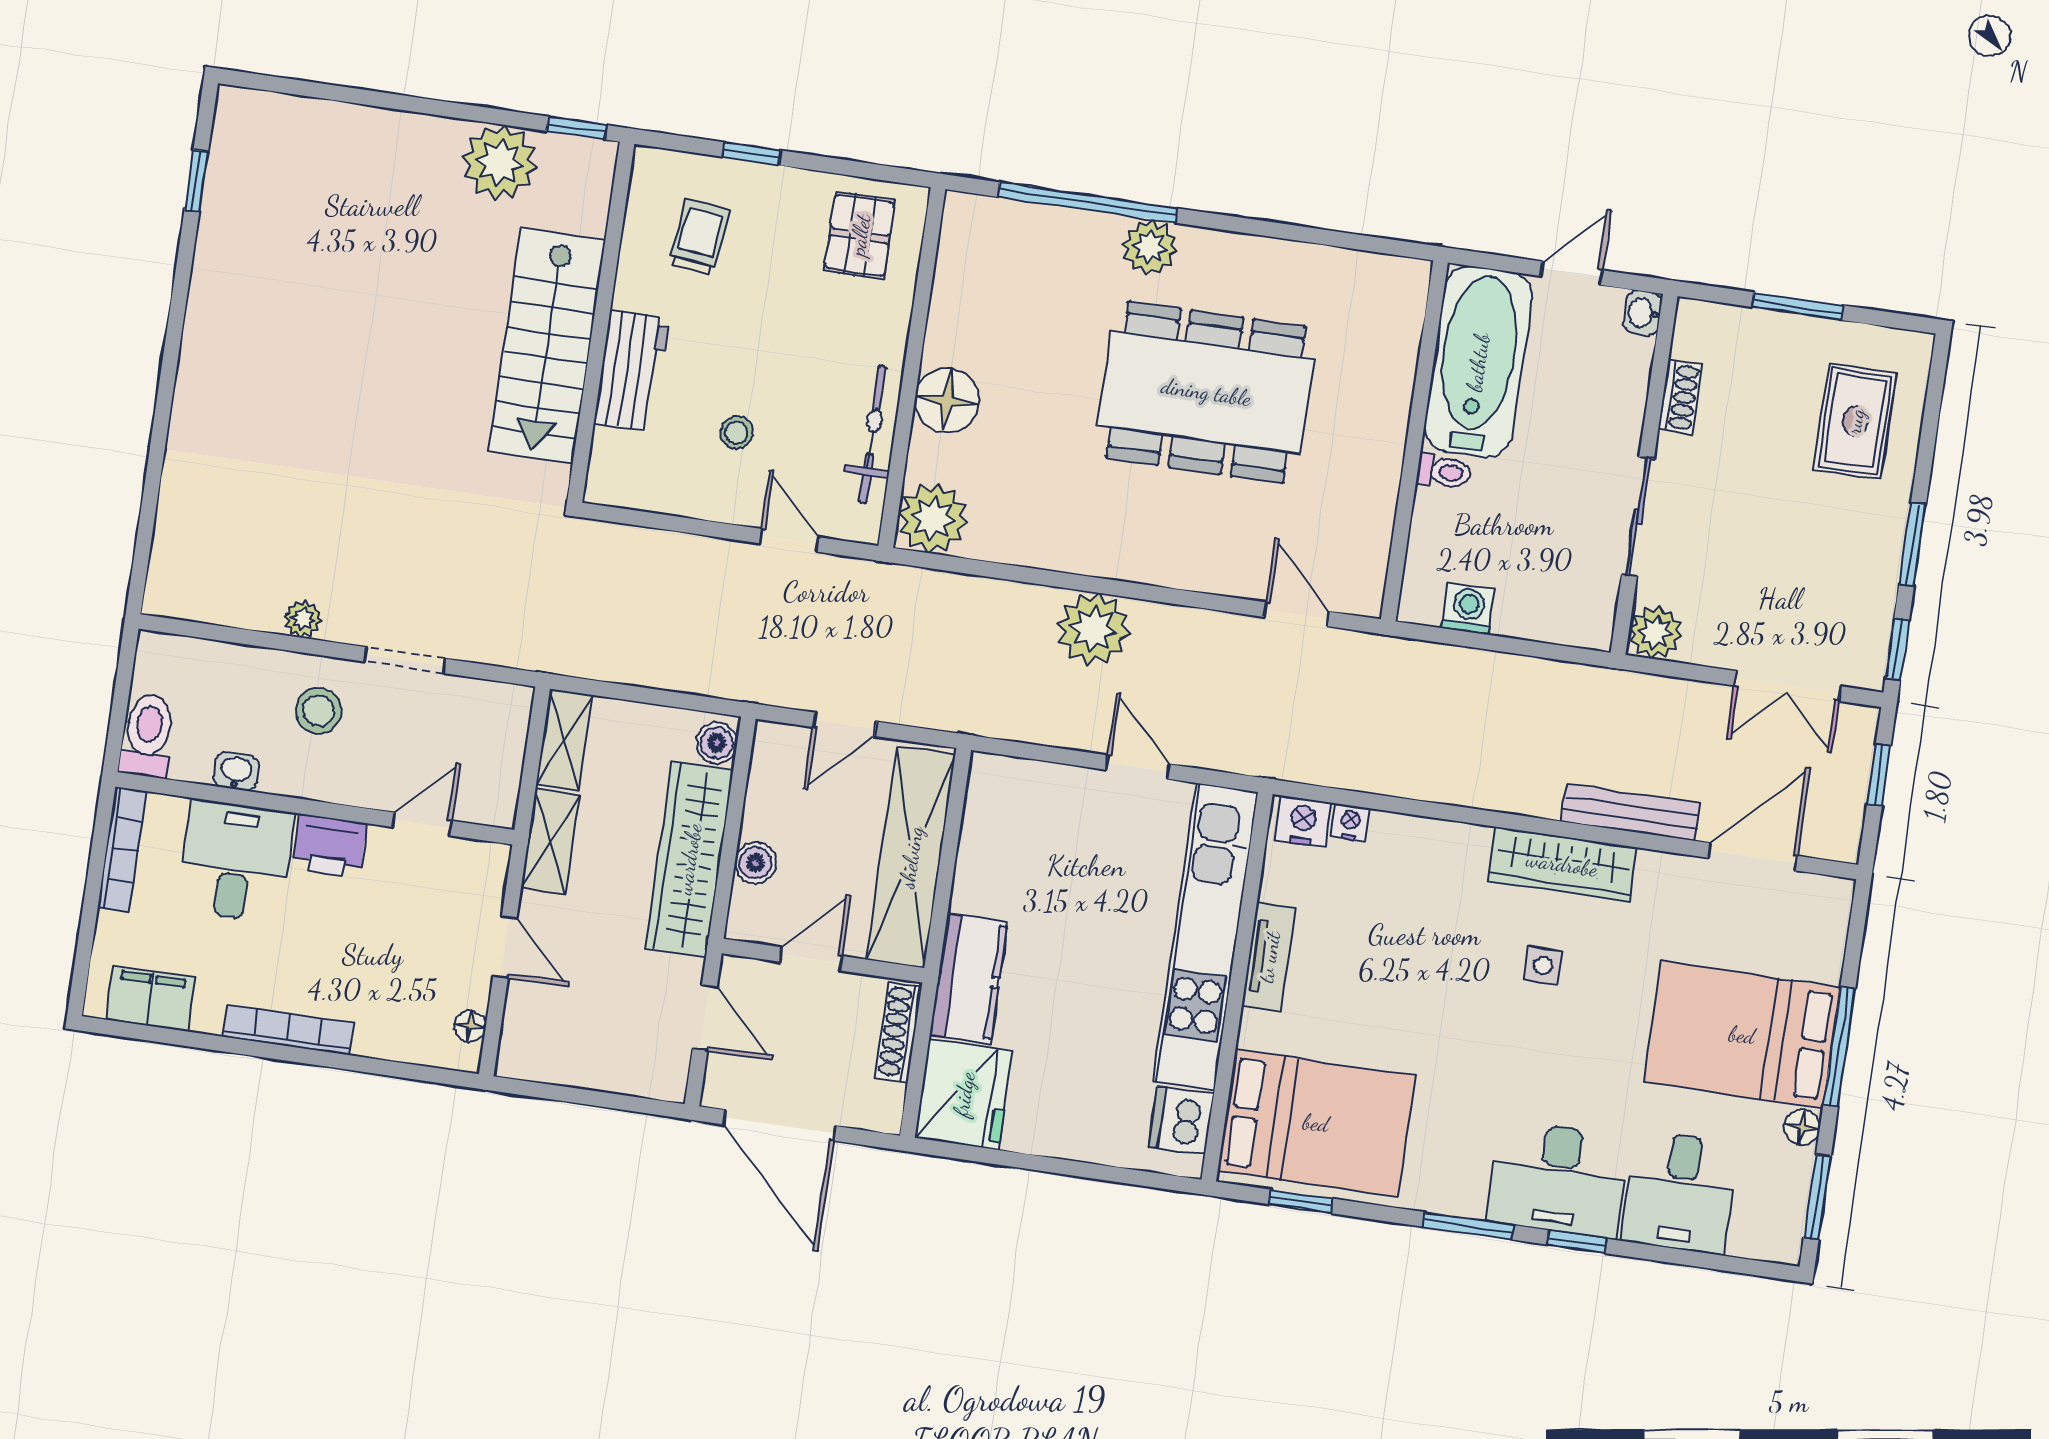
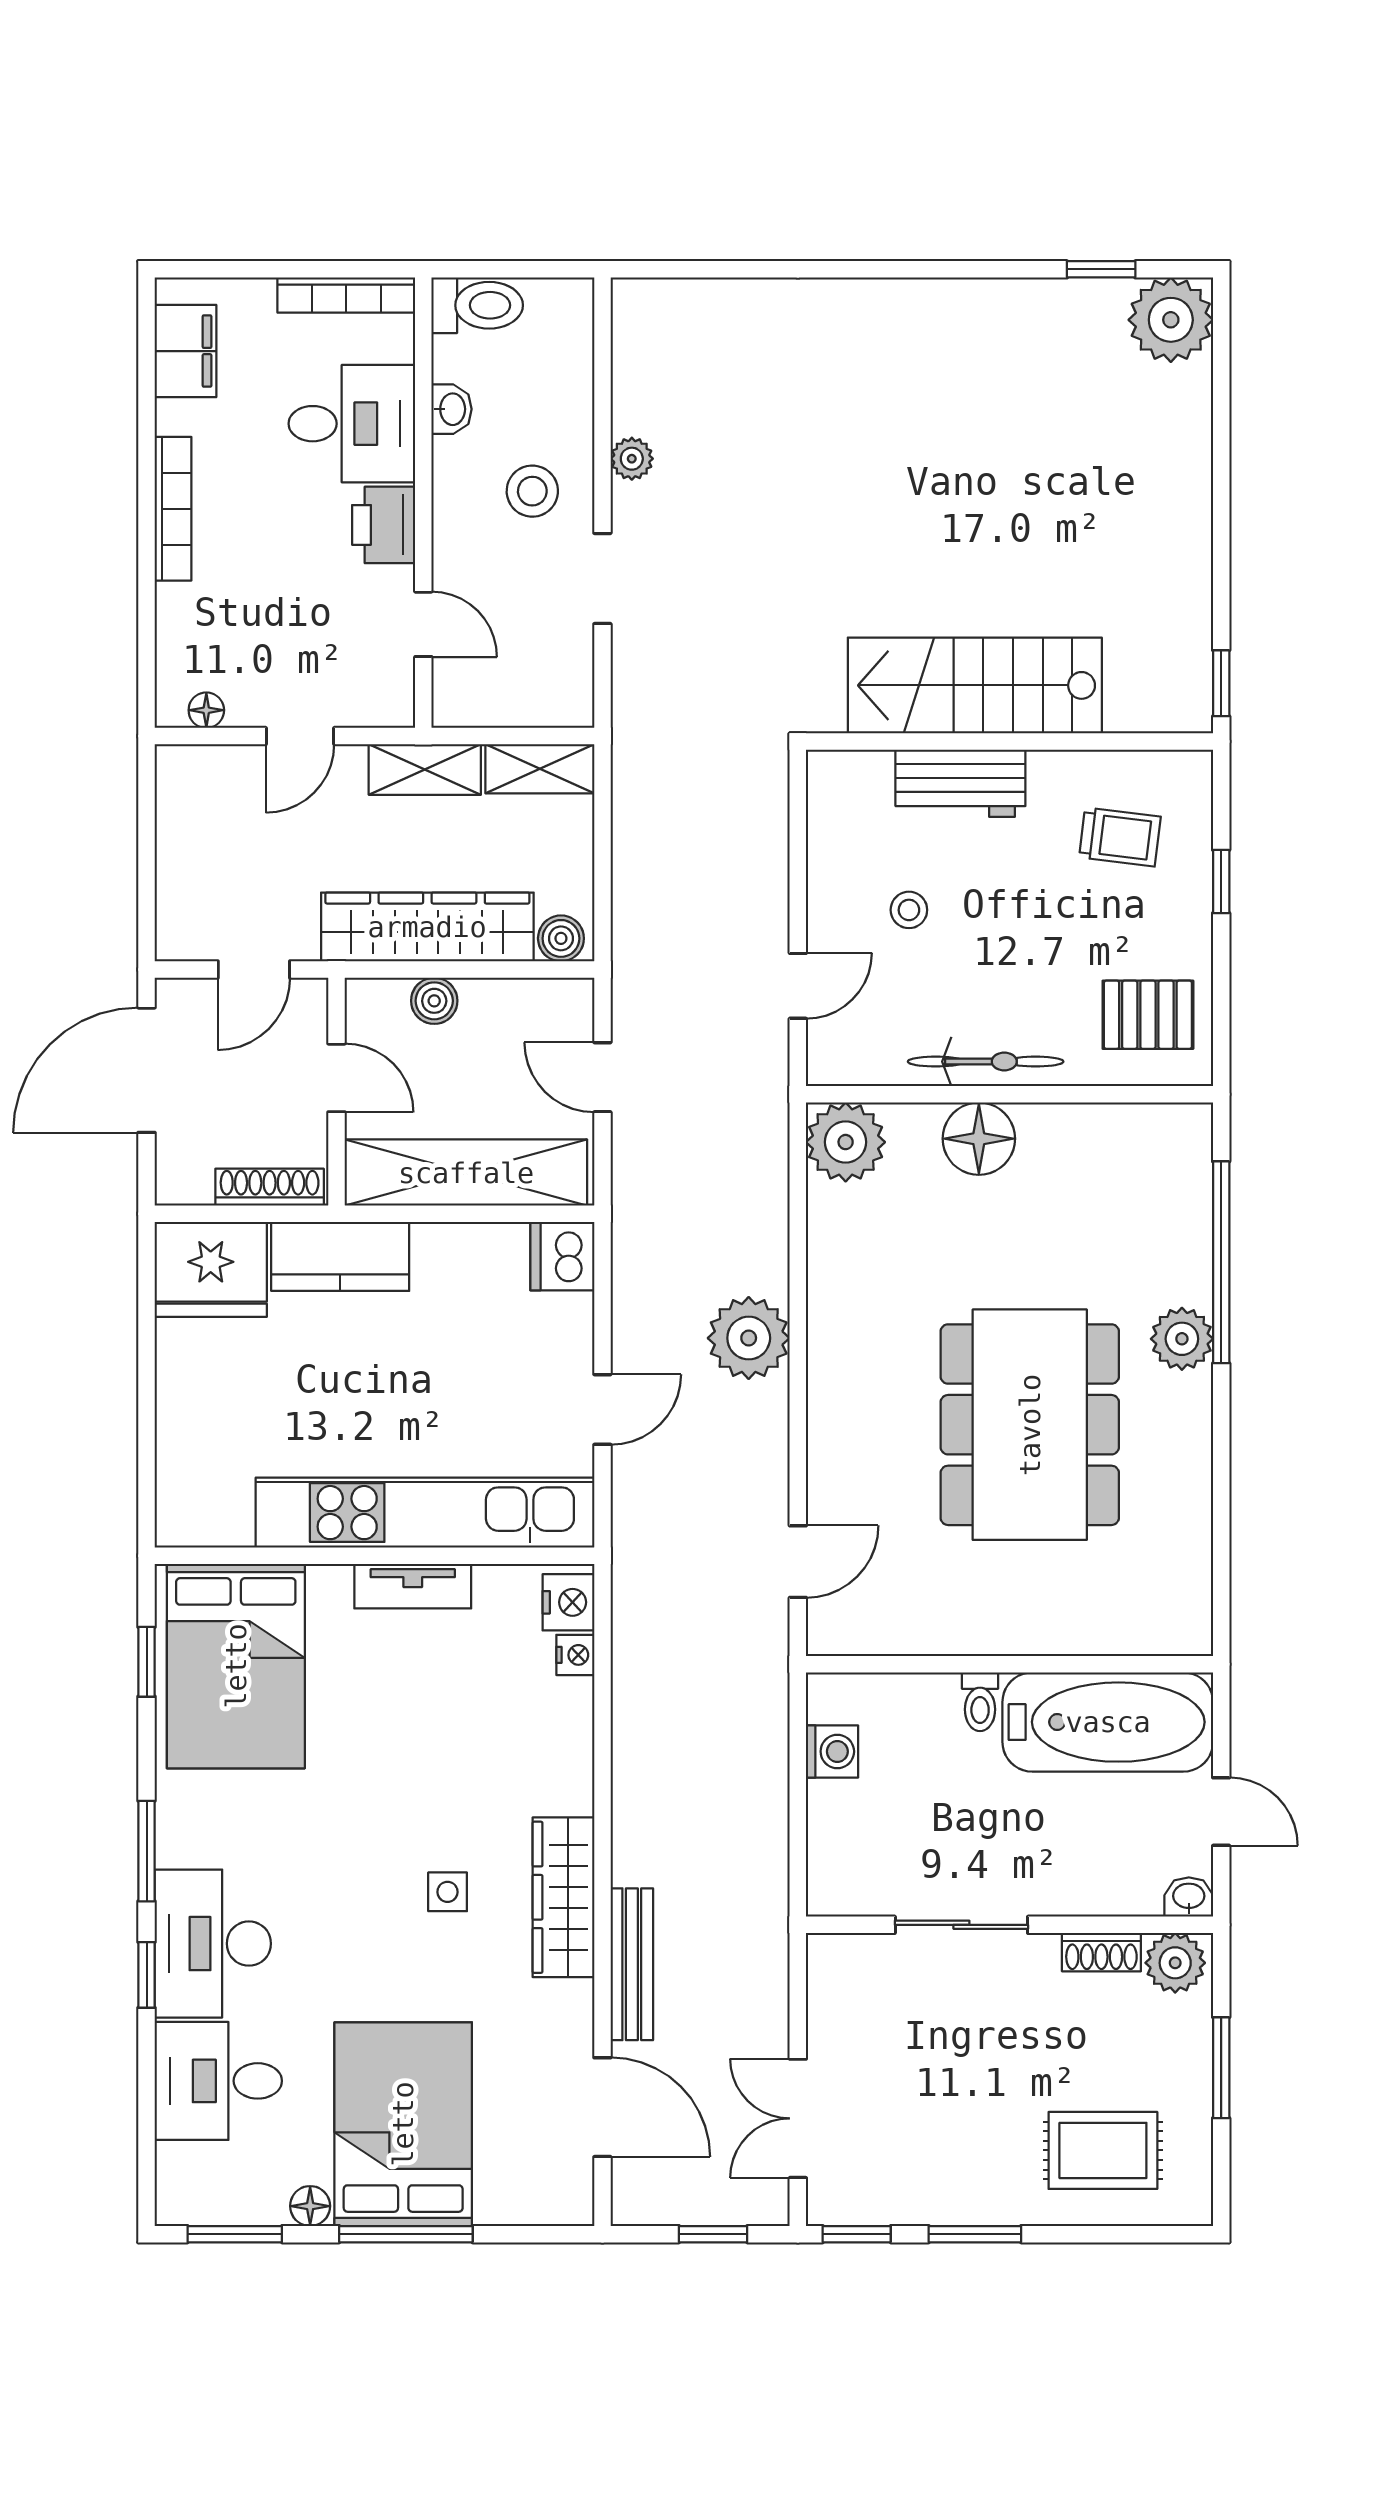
plant: (500, 162) -> (1171, 320), moved
bicycle: (873, 435) -> (986, 1062), moved
plant: (1655, 632) -> (1175, 1963), moved
dishwasher: (1181, 1120) -> (562, 1256), moved, turned -90

